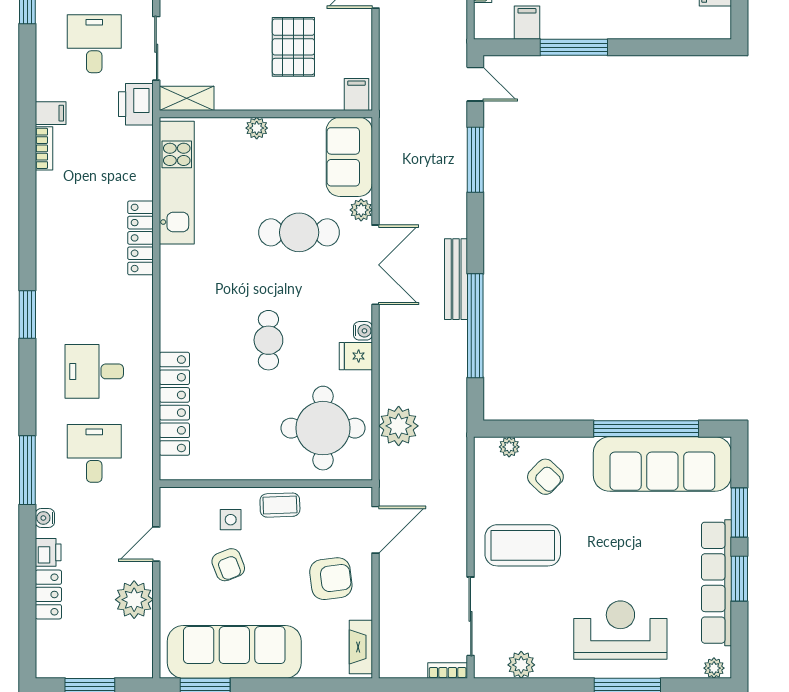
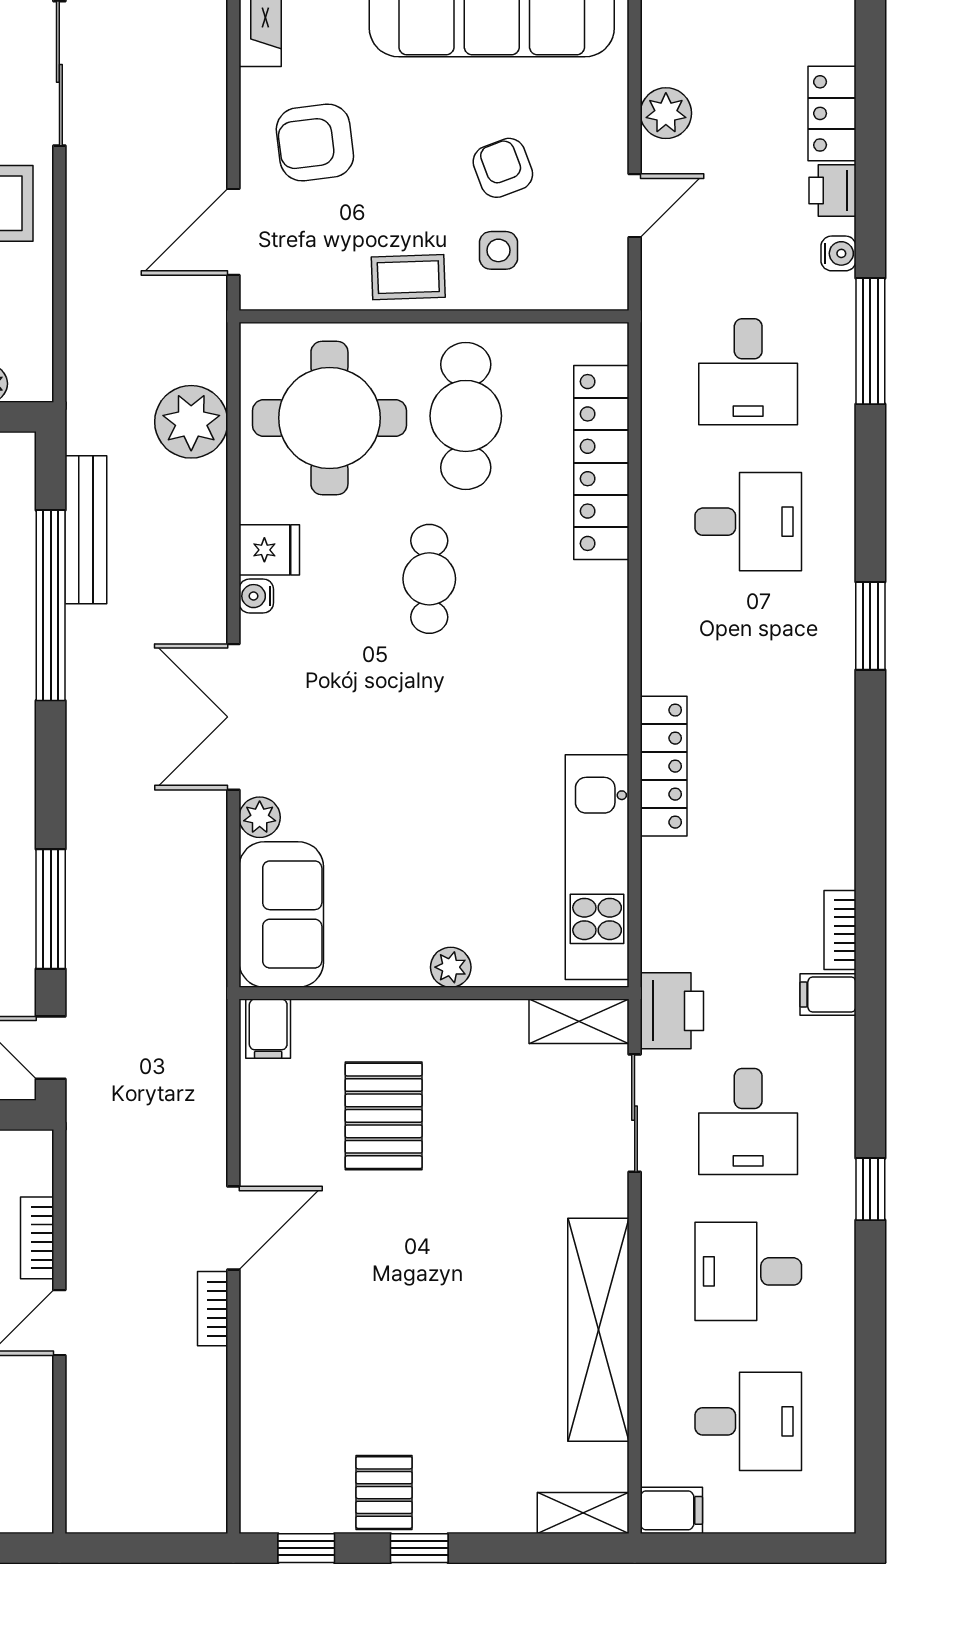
cafe table: (299, 232) -> (466, 416), moved, turned 90
bench: (456, 279) -> (86, 530), moved
plant: (134, 600) -> (666, 113), width x0.73, depth x0.73

